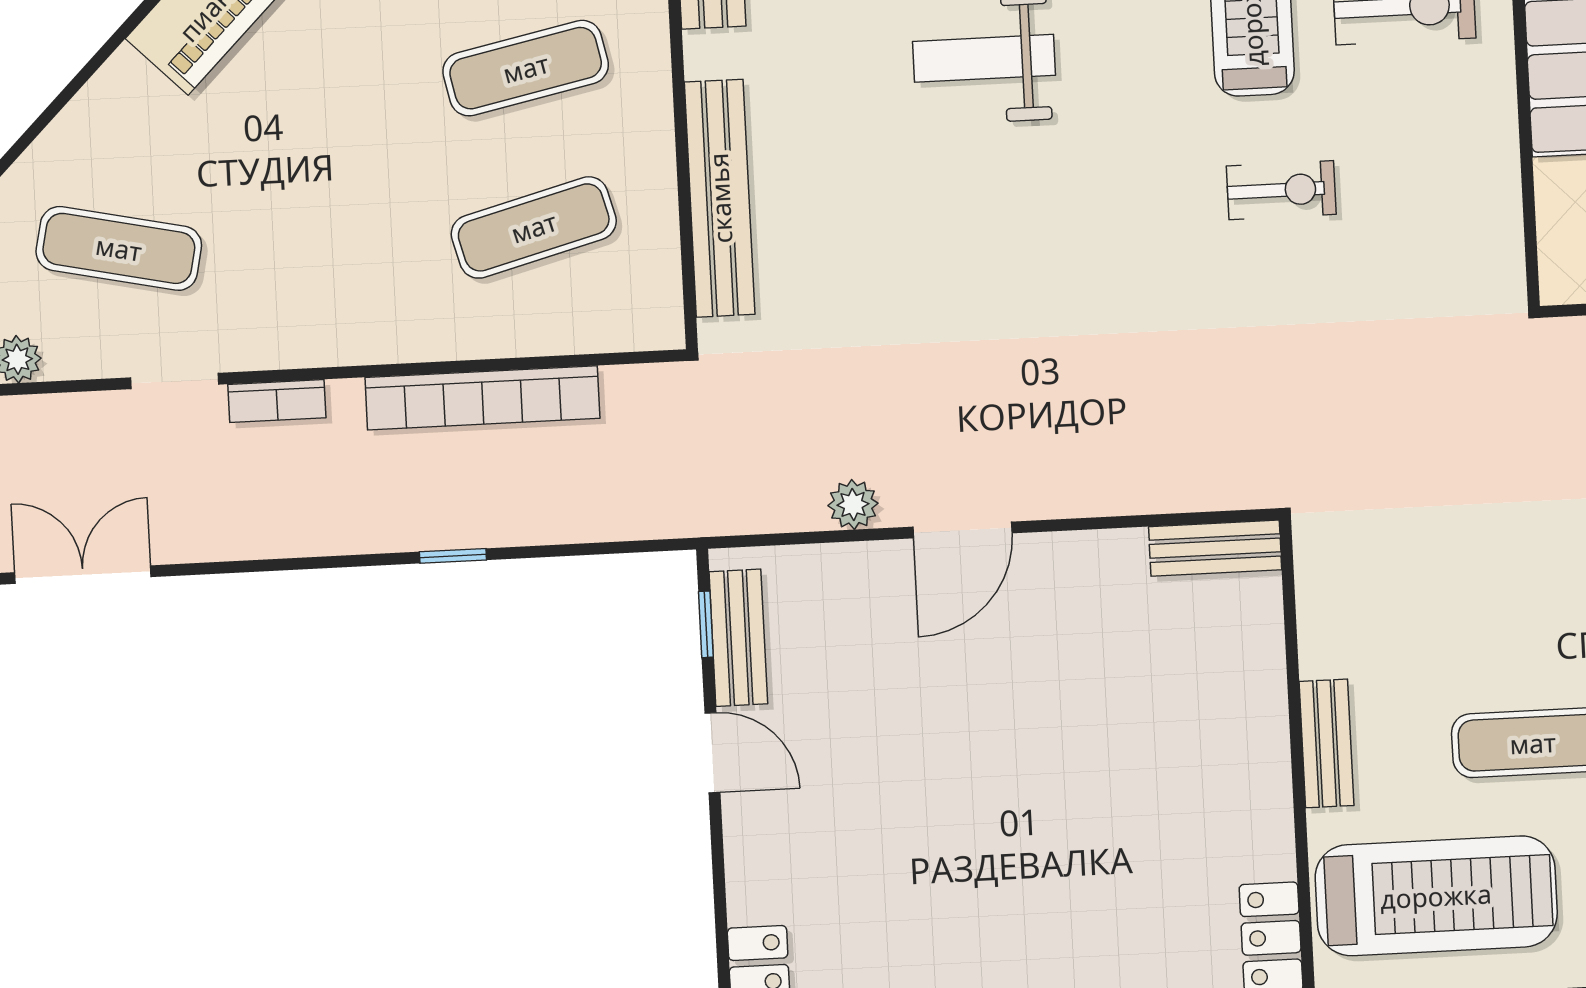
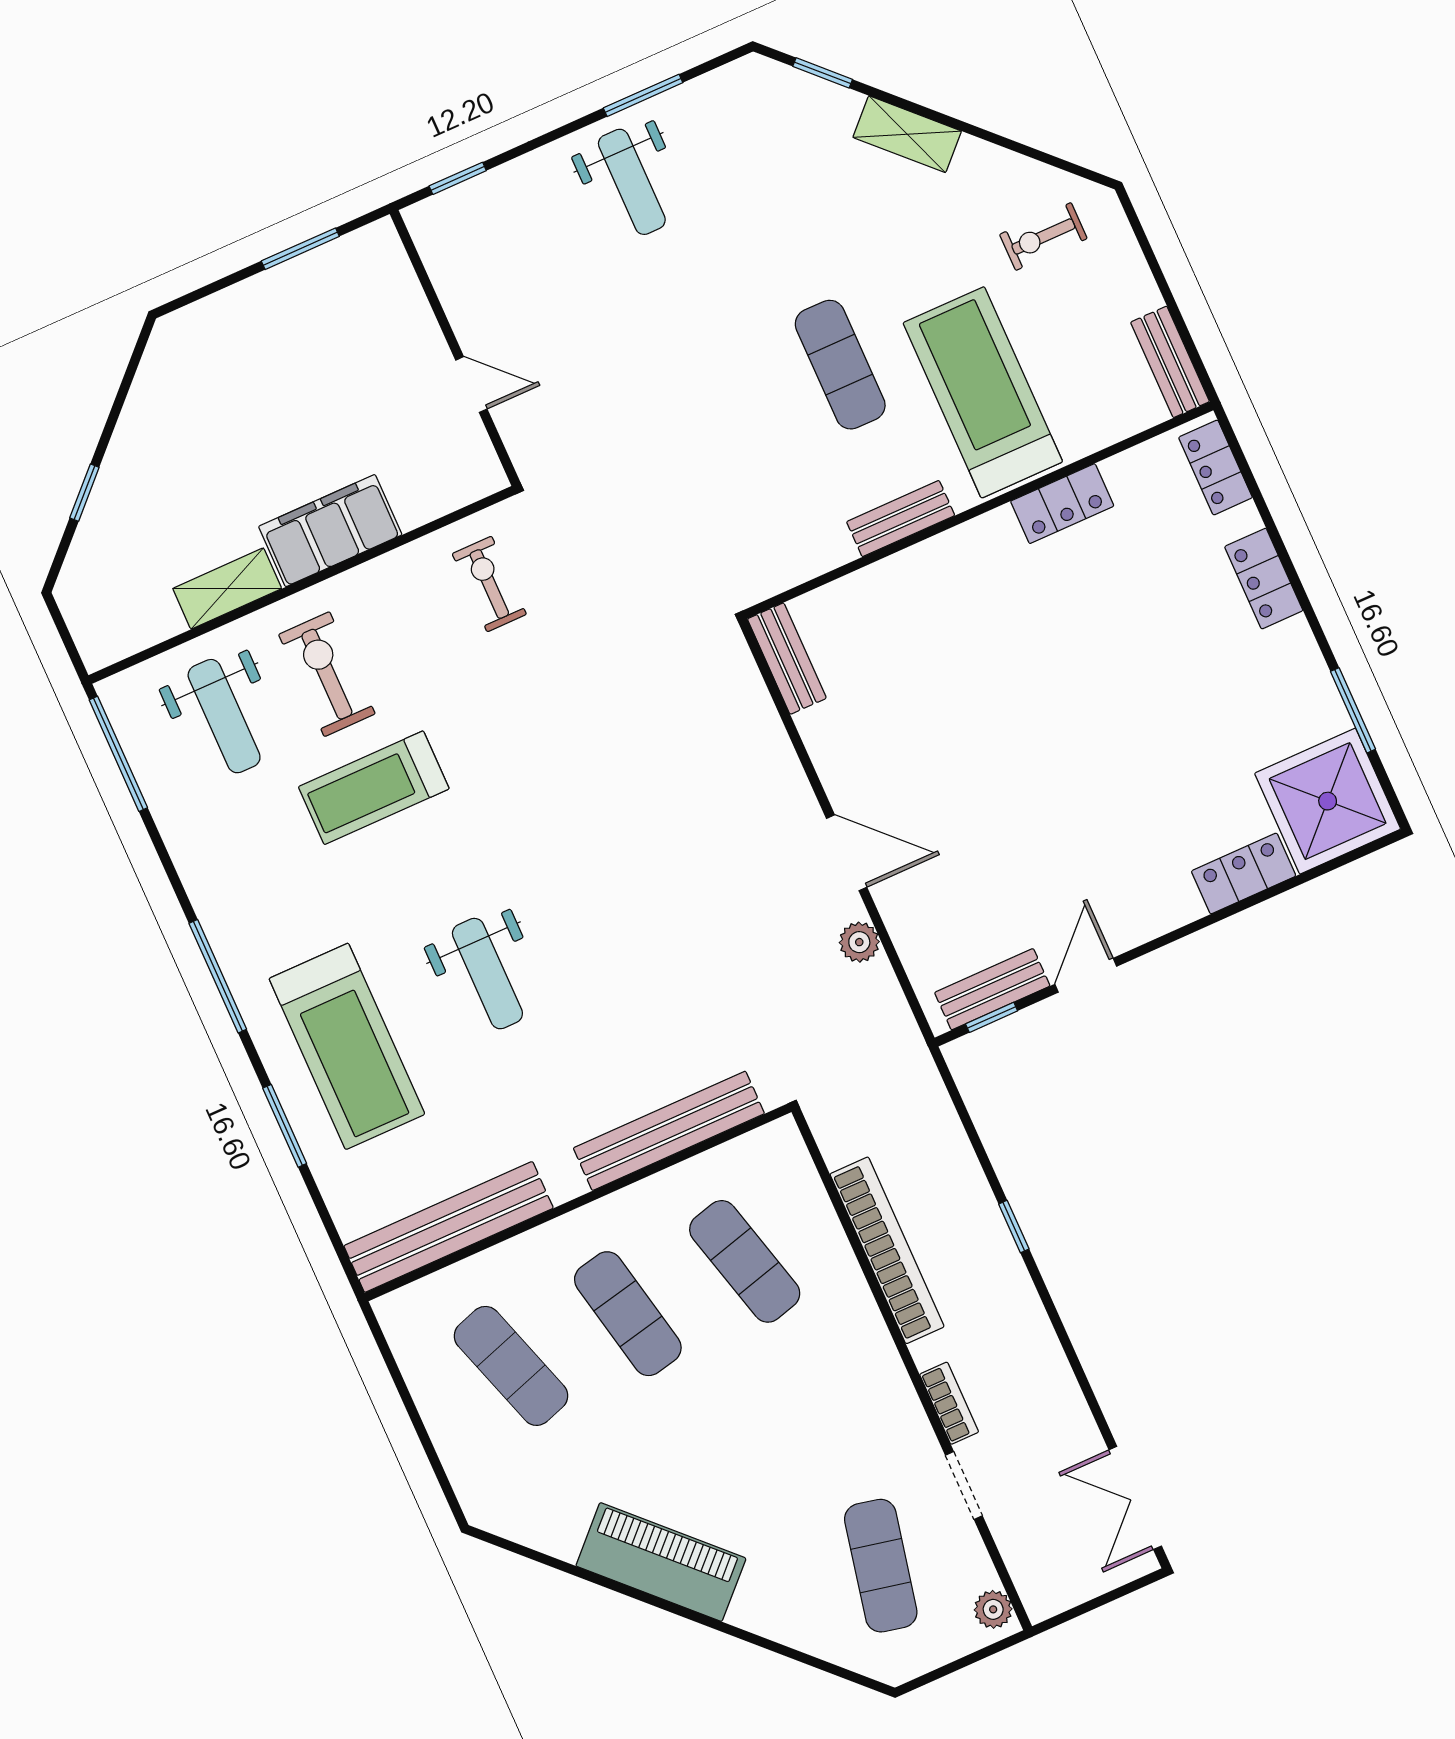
exercise bike: (1281, 190) -> (489, 584), moved

